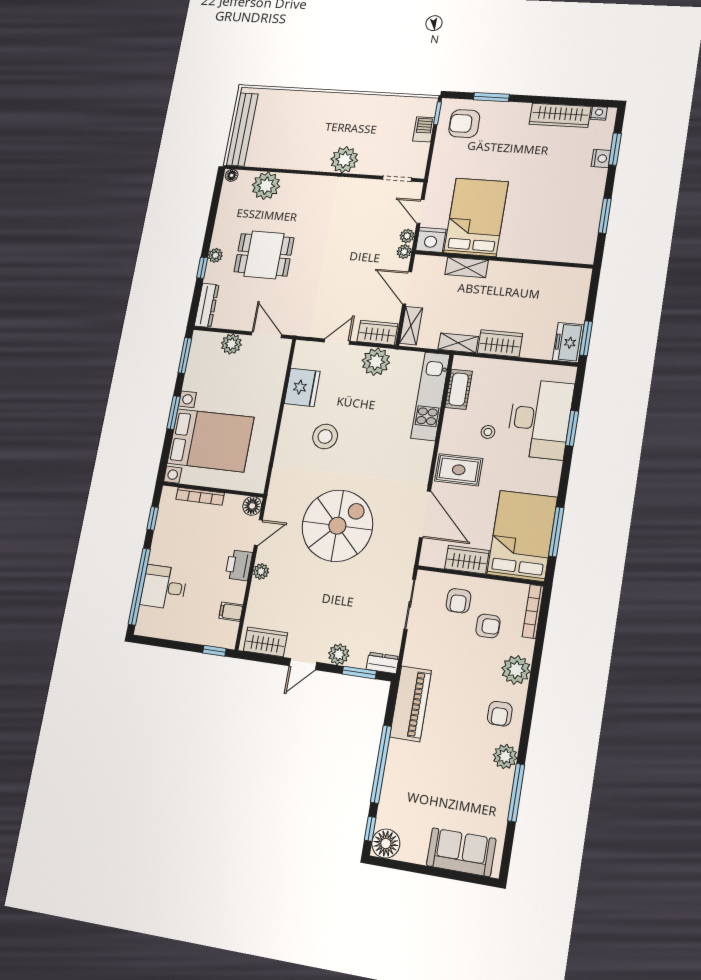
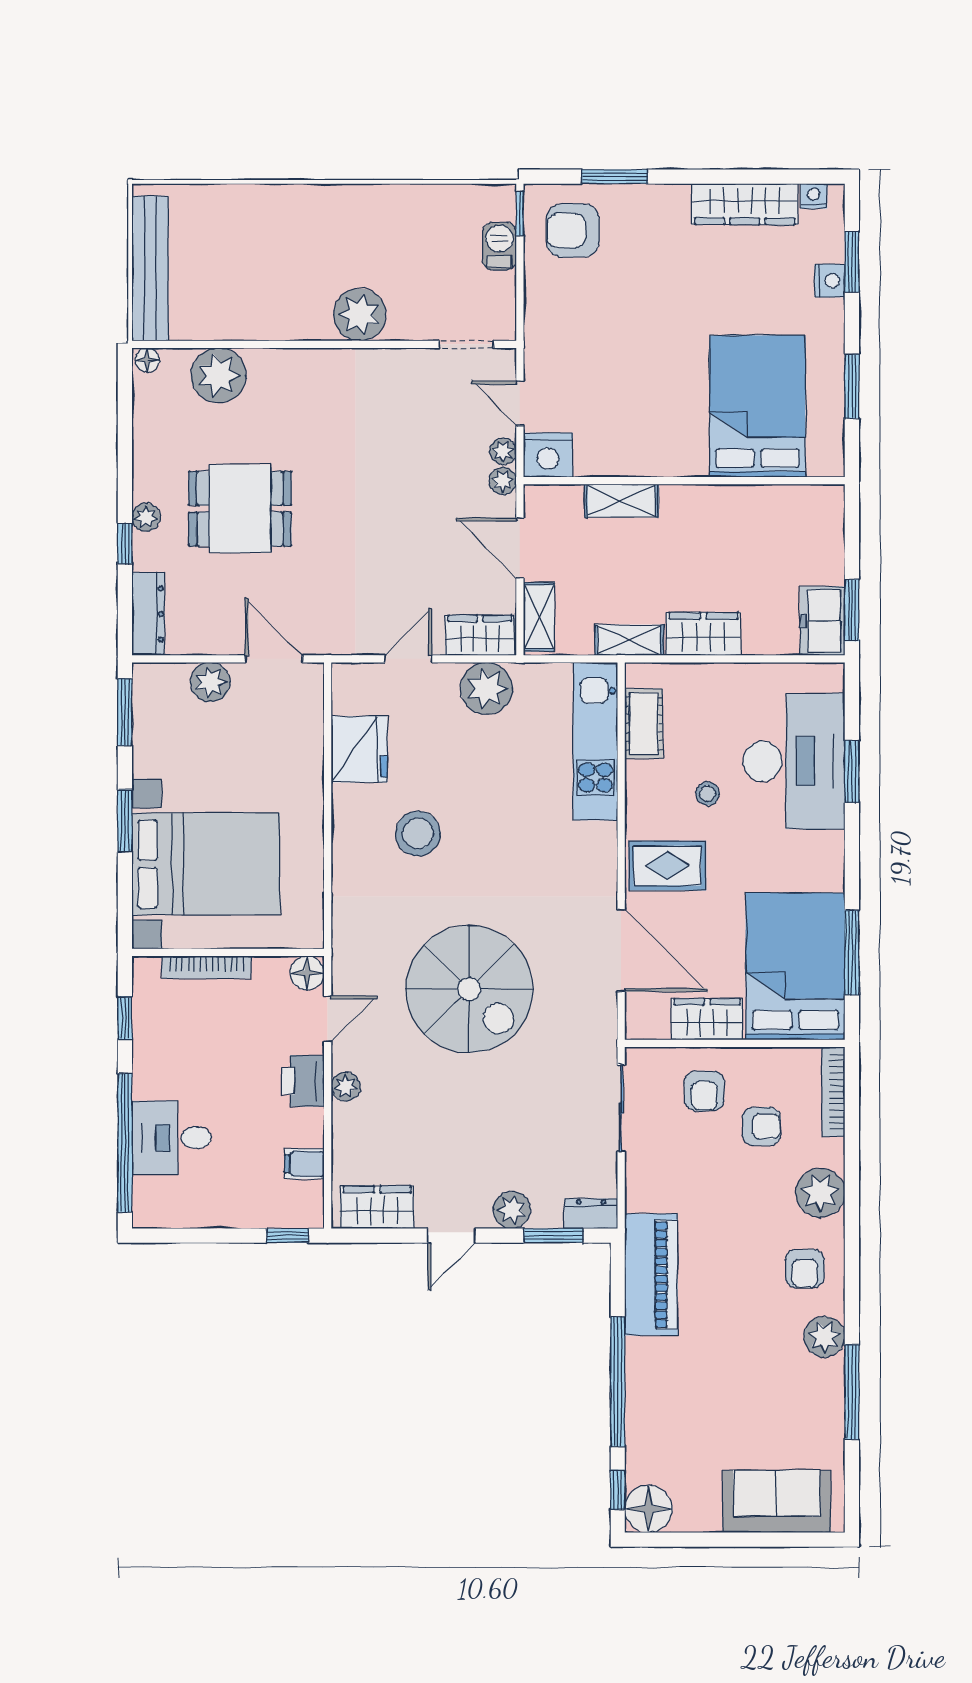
bed: (476, 217) -> (757, 406), moved
spiral stairs: (337, 526) -> (469, 989), turned 90

